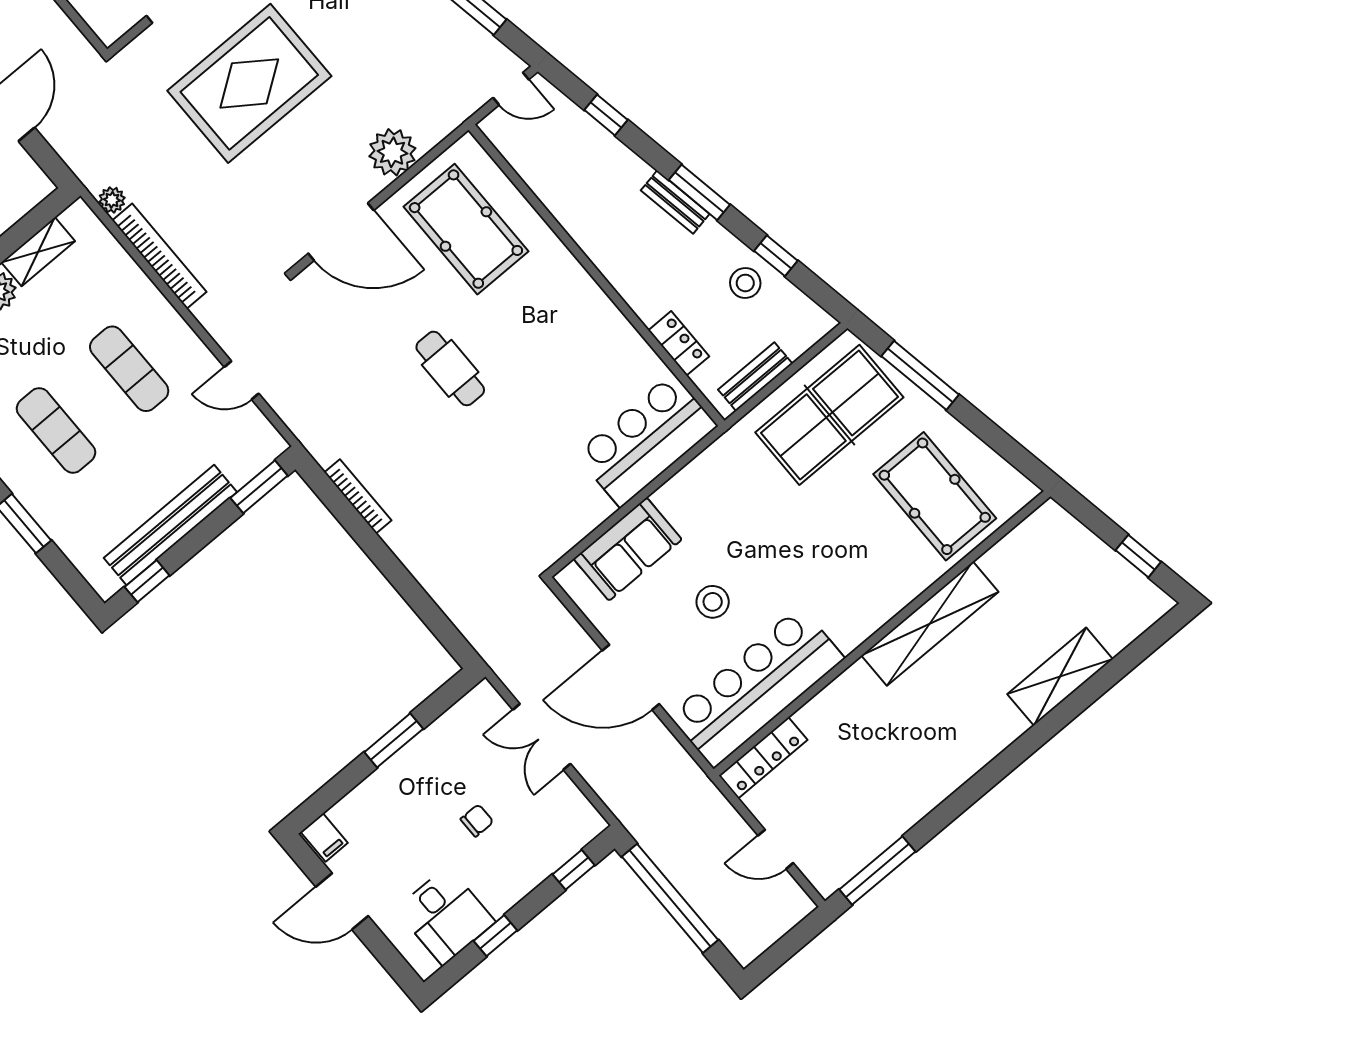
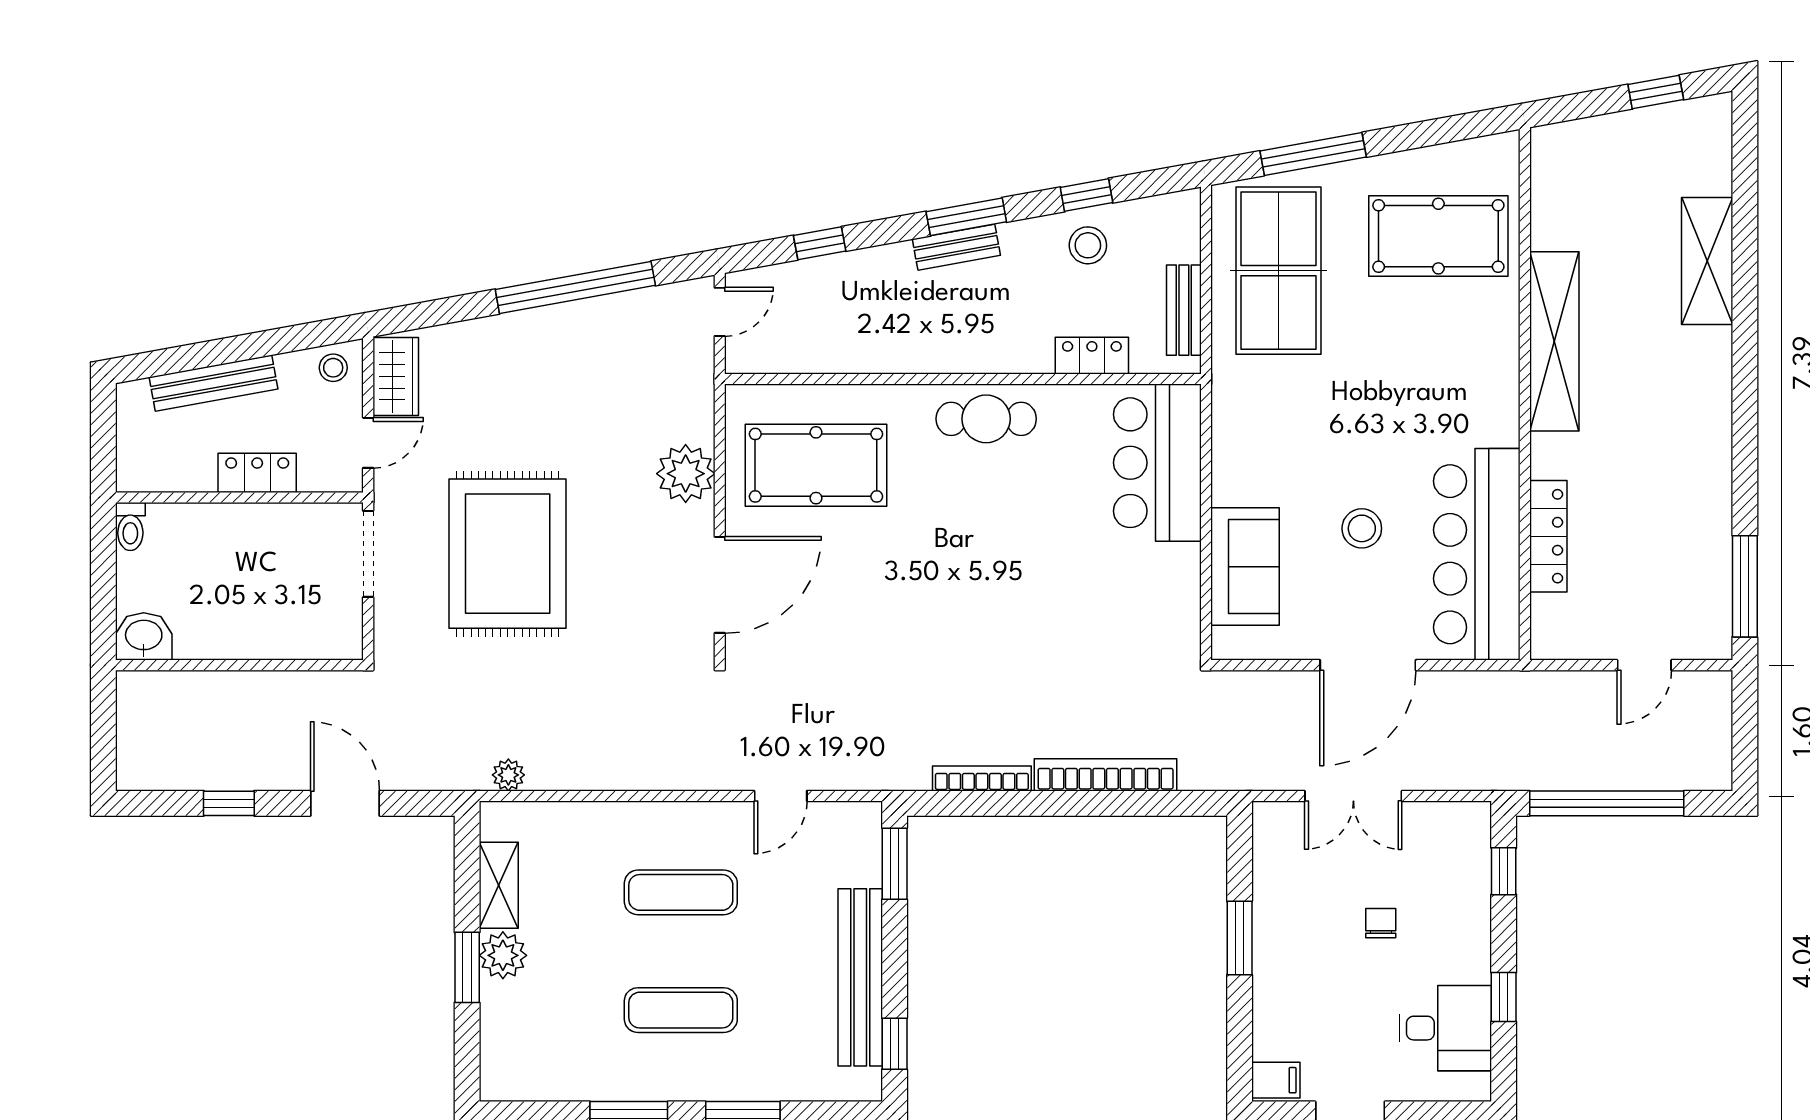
bookcase: (159, 256) -> (1106, 775), moved
cafe table: (450, 368) -> (986, 419), moved
locker: (763, 758) -> (1548, 536), moved

